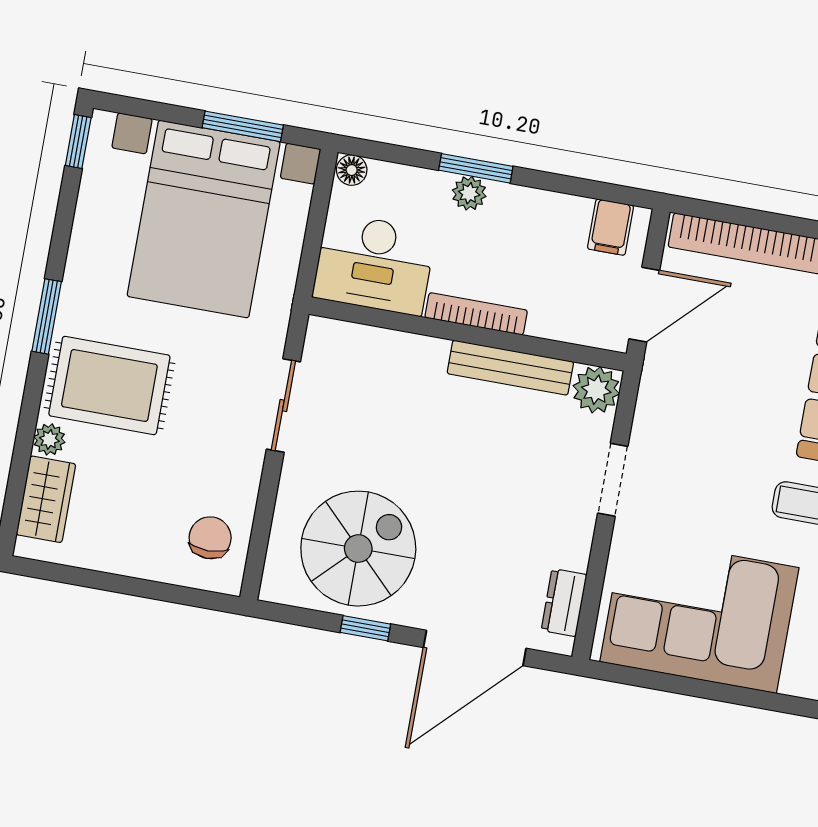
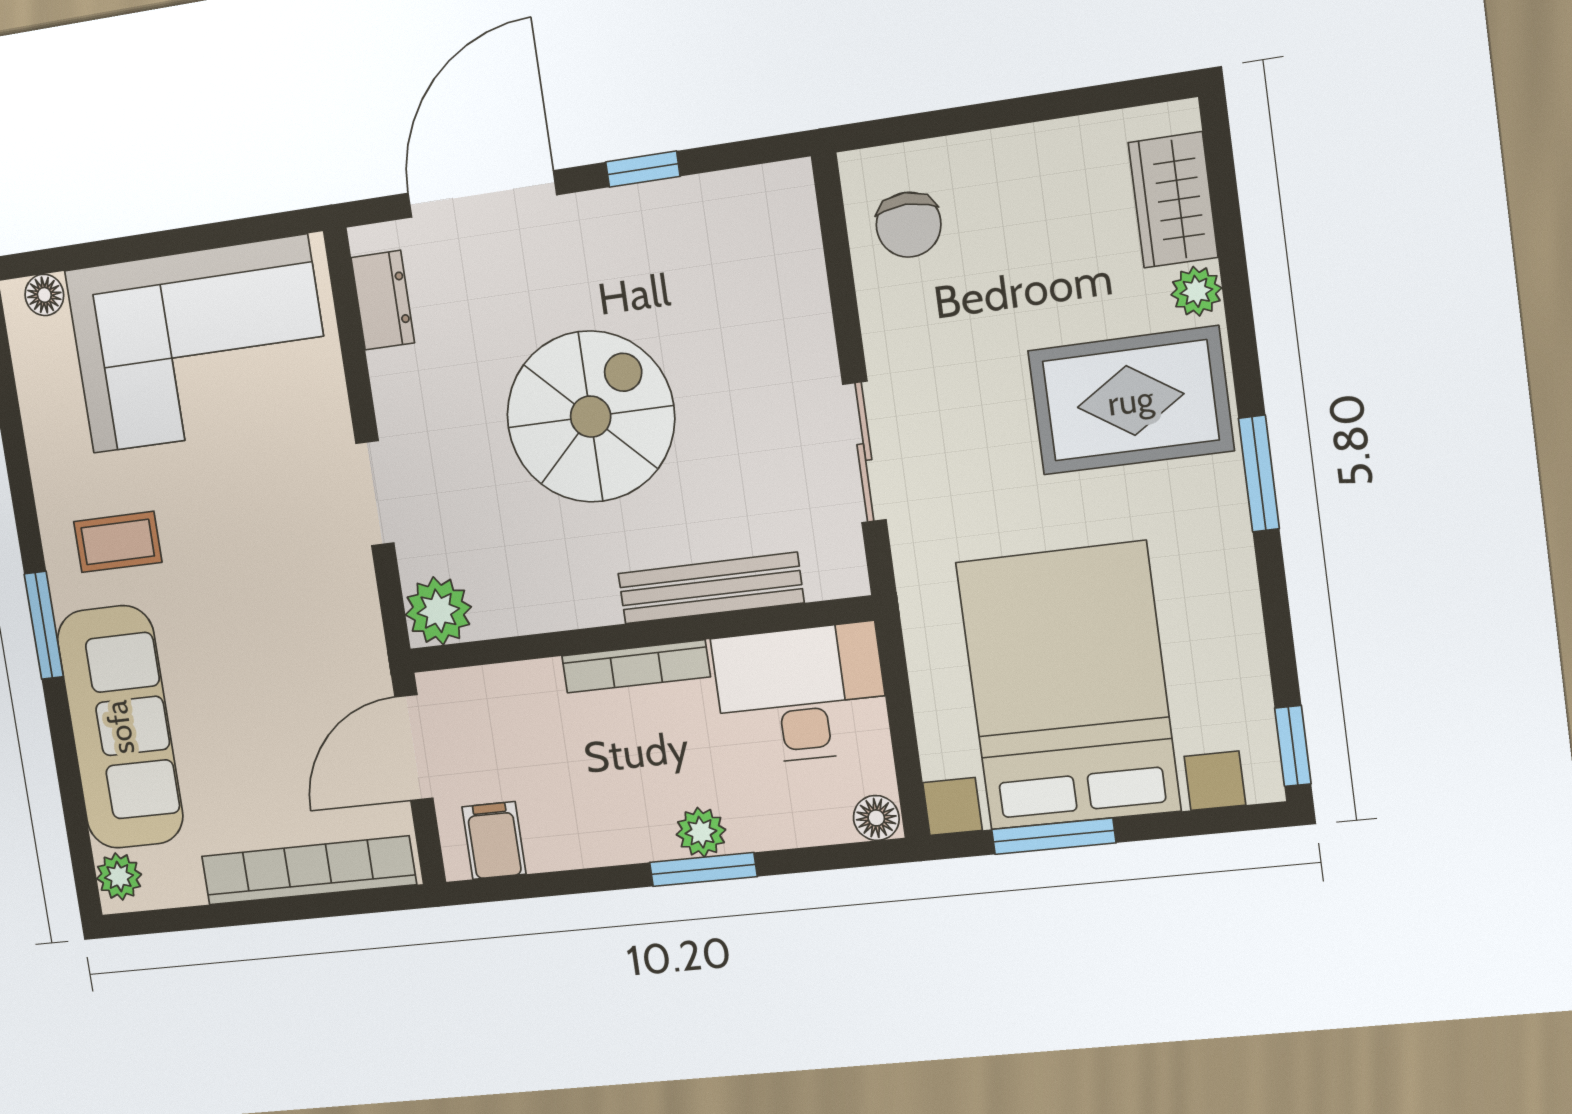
bench: (510, 368) -> (711, 588), moved
spiral stairs: (358, 549) -> (591, 417), moved, turned 180
floor lamp: (796, 683) -> (44, 295), added

